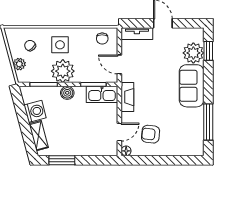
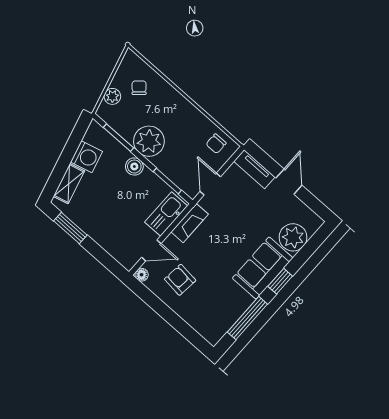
side table: (60, 45) -> (169, 113), removed
window: (208, 51) -> (280, 281), moved
kitchen sink: (102, 94) -> (166, 214), moved, turned 90

